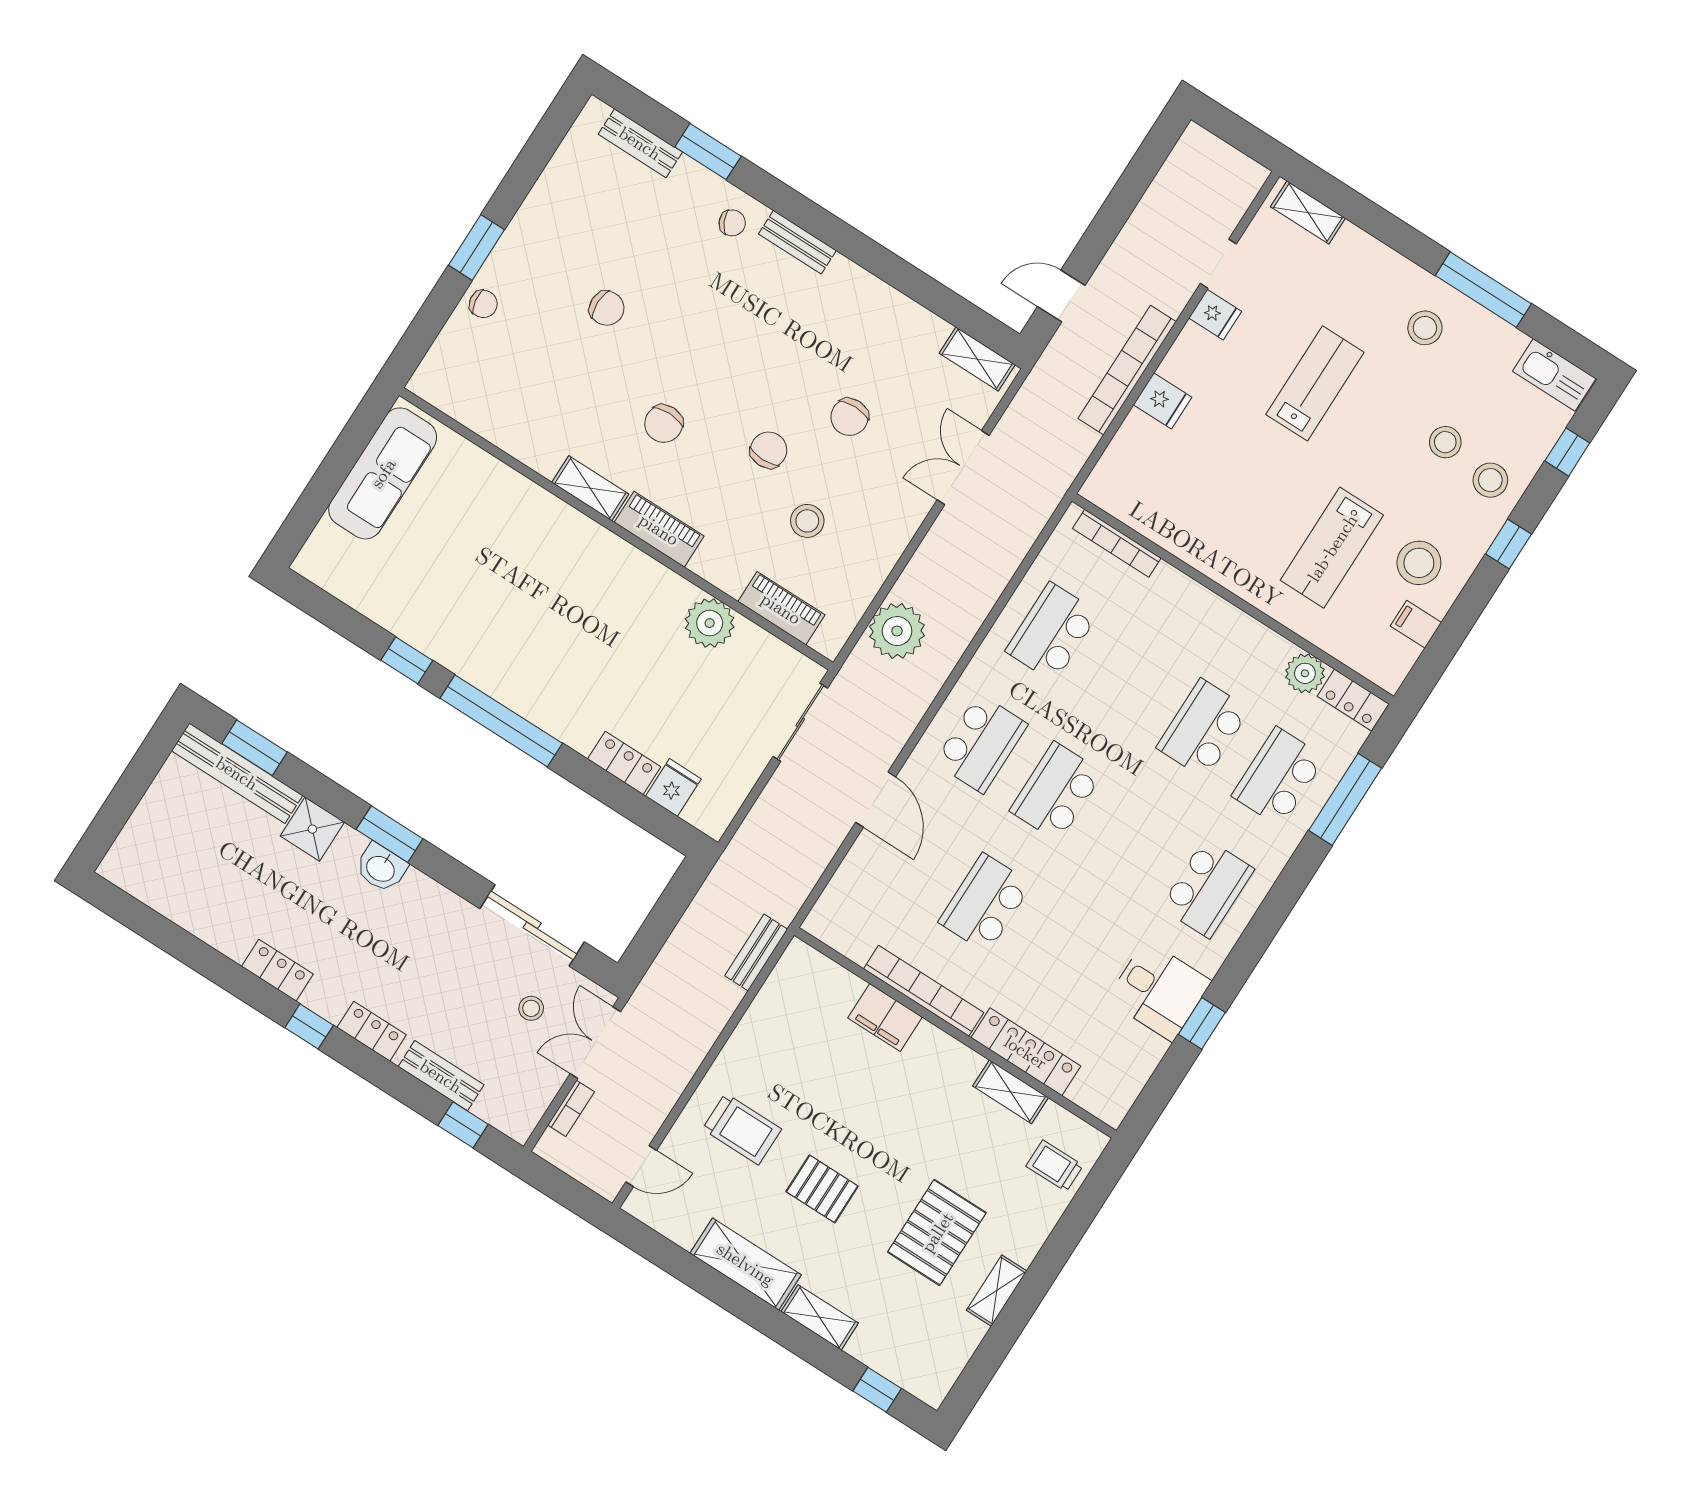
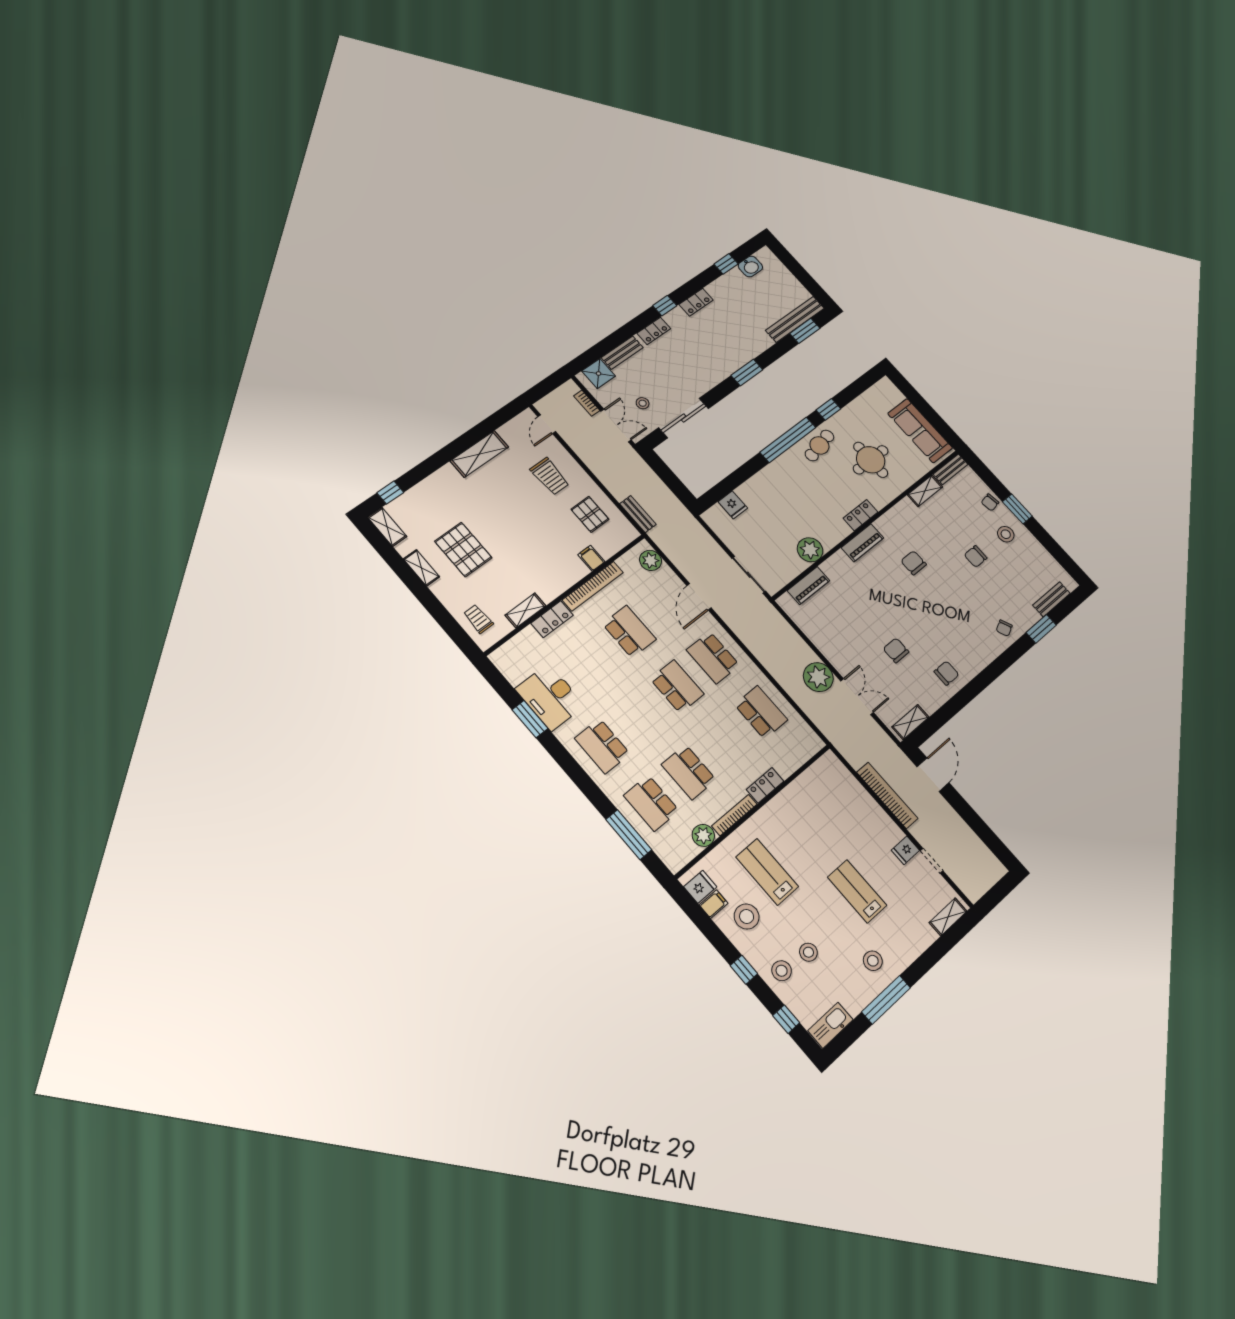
bench: (797, 242) -> (951, 469), moved
door: (1061, 296) -> (933, 775), width x1.38
lab bench: (1315, 383) -> (857, 891), turned 180
fridge: (1163, 401) -> (700, 887), moved, turned 180
chair: (769, 450) -> (946, 673), moved, turned -90
shelving: (590, 488) -> (925, 491), moved
stool: (807, 521) -> (1006, 534), moved
bookcase: (1117, 543) -> (734, 815), moved
round table: (482, 554) -> (871, 460), added
plant: (897, 631) -> (818, 677), moved
cafe table: (490, 659) -> (819, 445), added
locker: (1353, 700) -> (765, 785), moved
school desk: (1203, 729) -> (689, 772), turned 180
locker: (624, 763) -> (861, 515), moved, turned 180
school desk: (1279, 777) -> (651, 803), turned 180
door: (876, 800) -> (699, 597), hinge flipped
shower: (312, 829) -> (599, 374), moved
washbasin: (381, 868) -> (750, 267), moved, turned 180
plant: (838, 905) -> (651, 560), added
desk: (1159, 991) -> (550, 697), width x1.37
filing cabinet: (885, 1017) -> (591, 558), width x0.50
window: (1202, 1023) -> (530, 719), width x1.50
locker: (1026, 1052) -> (552, 619), width x0.66
window: (463, 1125) -> (726, 264), moved
trolley: (742, 1129) -> (550, 476), turned -90
trolley: (1055, 1166) -> (478, 619), turned -90
pallet: (822, 1189) -> (590, 514), moved, turned 90
shelving: (820, 1317) -> (387, 527), moved, turned 90

